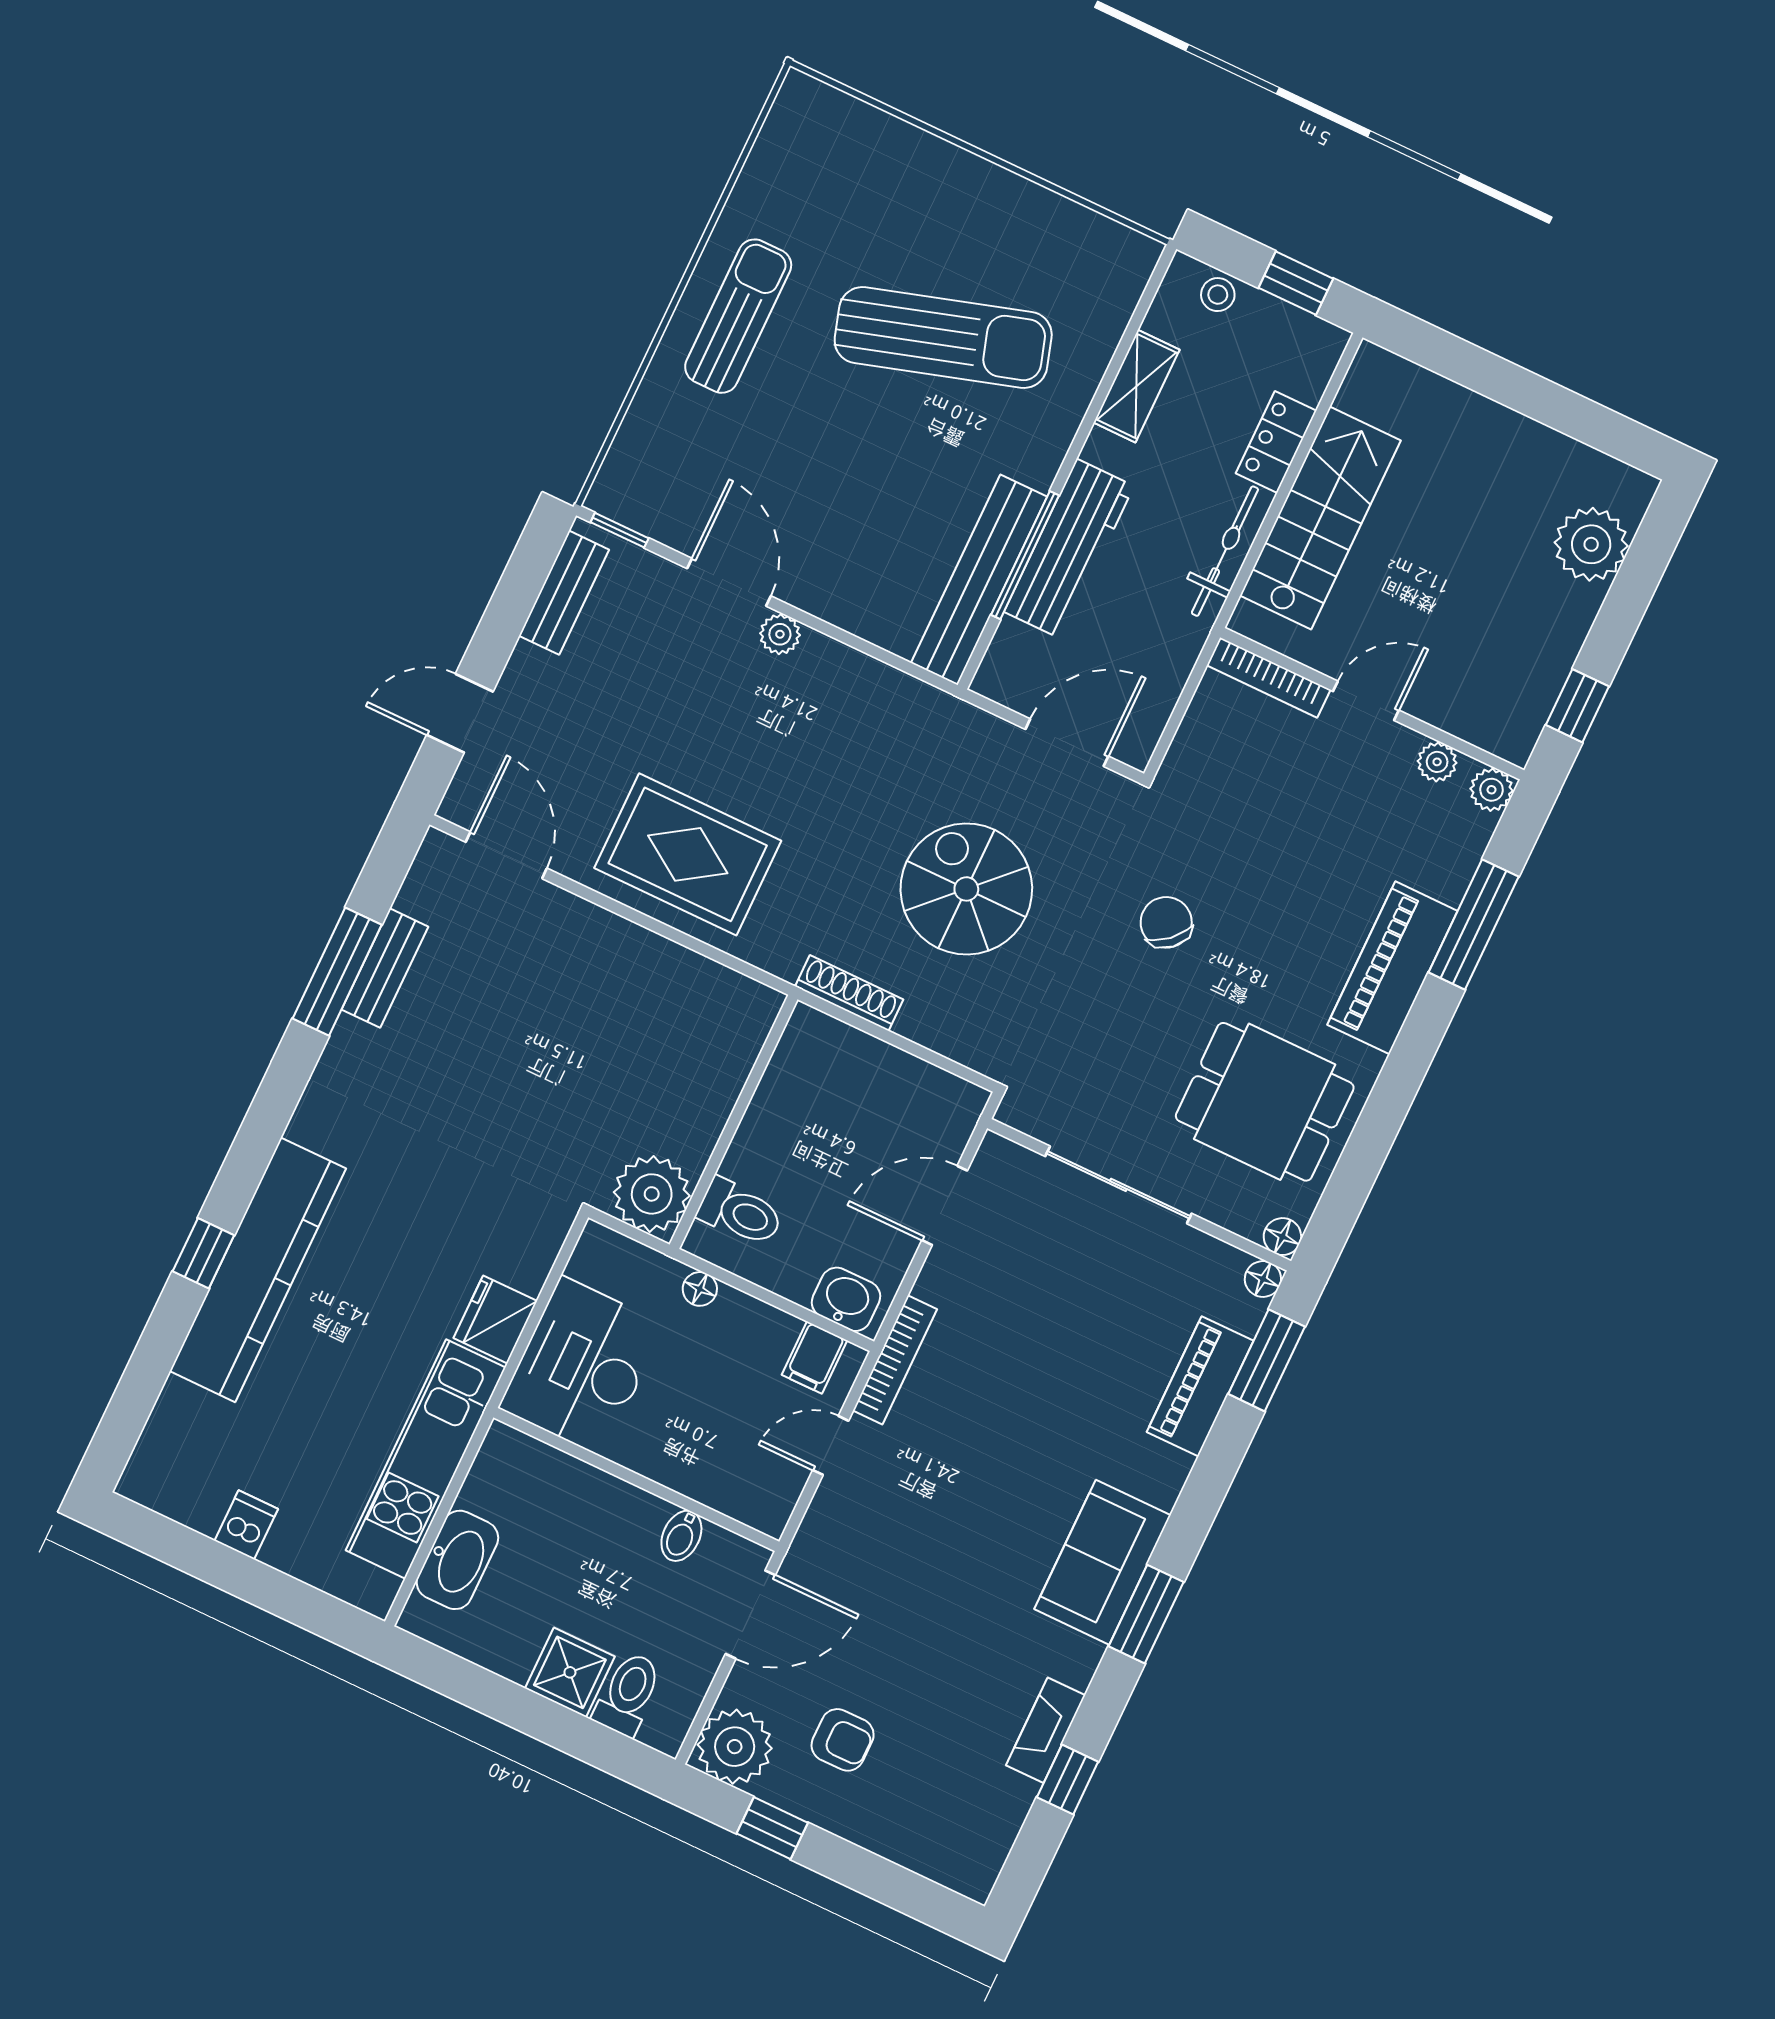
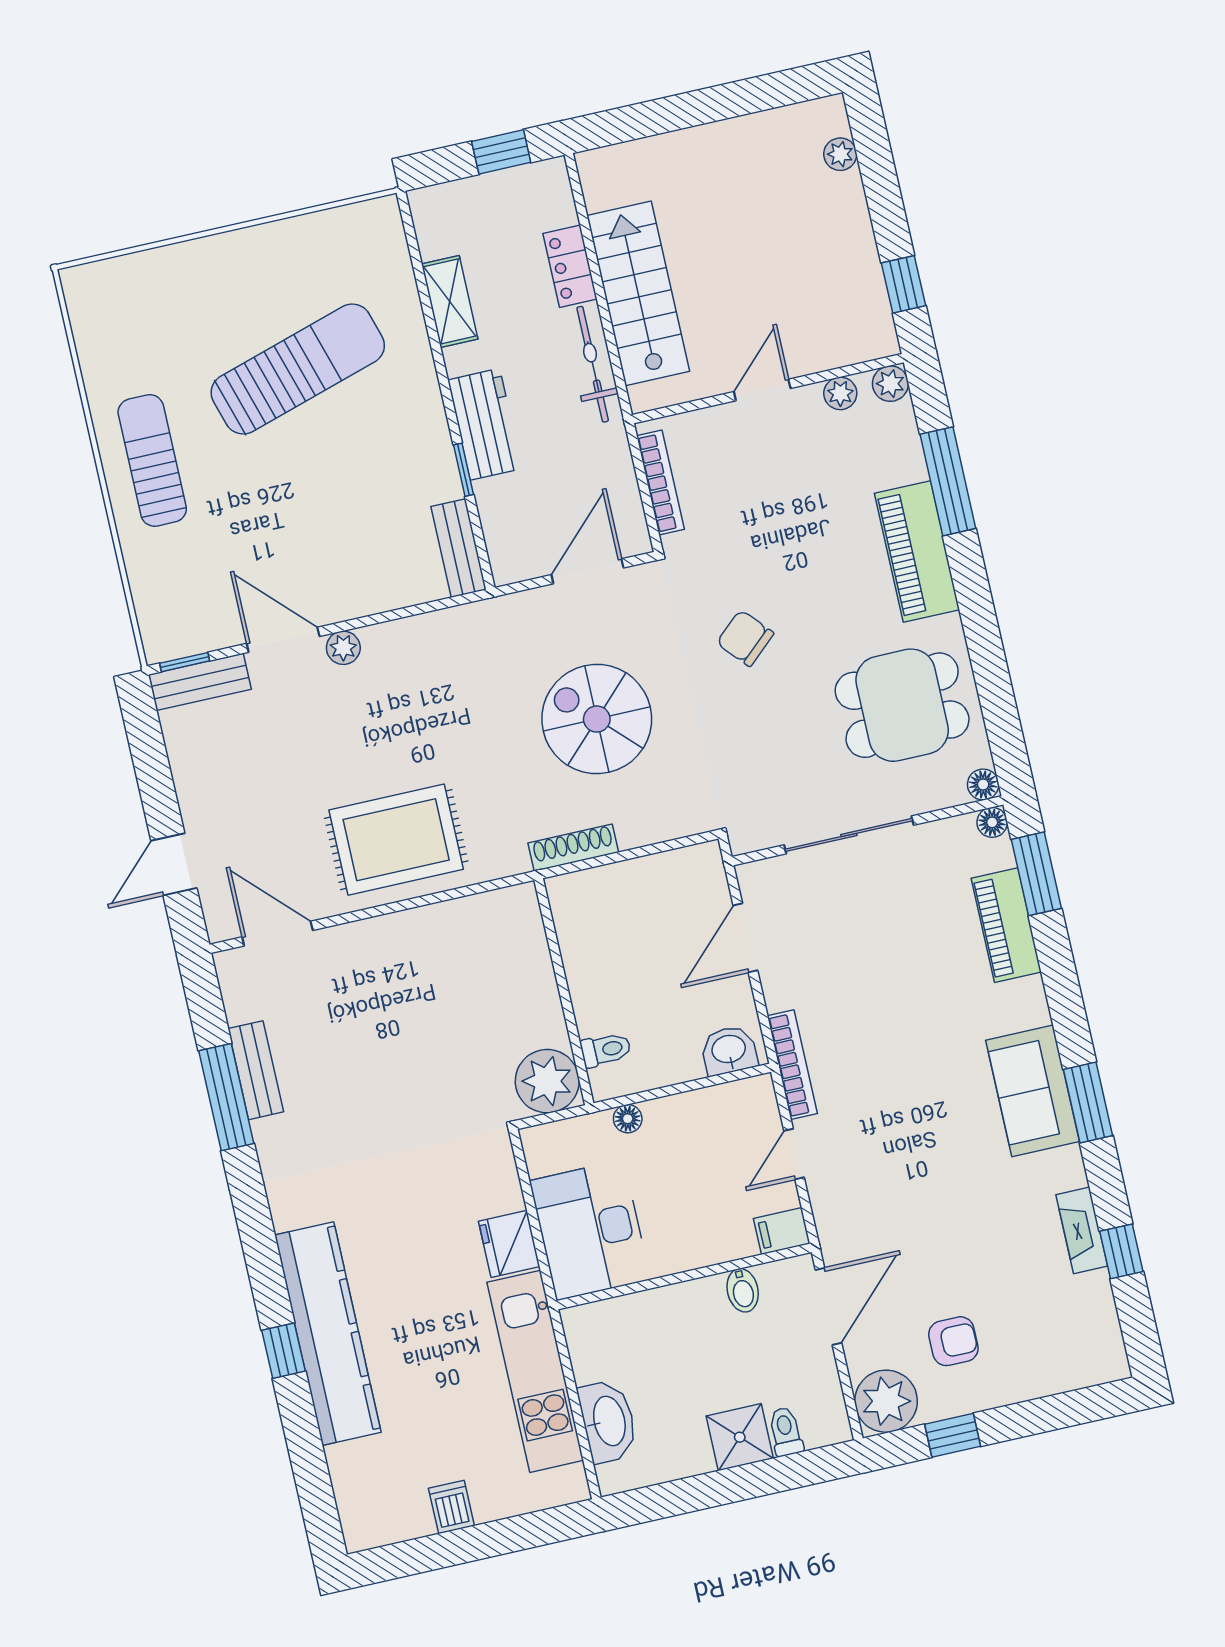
stool: (1218, 295) -> (456, 199), removed
plant: (1591, 544) -> (840, 154), width x0.53, depth x0.53
workbench: (1069, 549) -> (485, 424), width x0.73
window: (1025, 555) -> (463, 470), width x0.46
bench: (979, 580) -> (459, 548), width x0.54, depth x0.82
bench: (564, 593) -> (200, 682), moved, turned 90
bookcase: (1269, 677) -> (660, 482), moved, turned -90
toilet: (740, 1212) -> (606, 1050), width x0.73, depth x0.72
filing cabinet: (814, 1358) -> (782, 1231), moved, turned 90
toilet: (628, 1694) -> (786, 1432), width x0.73, depth x0.72

